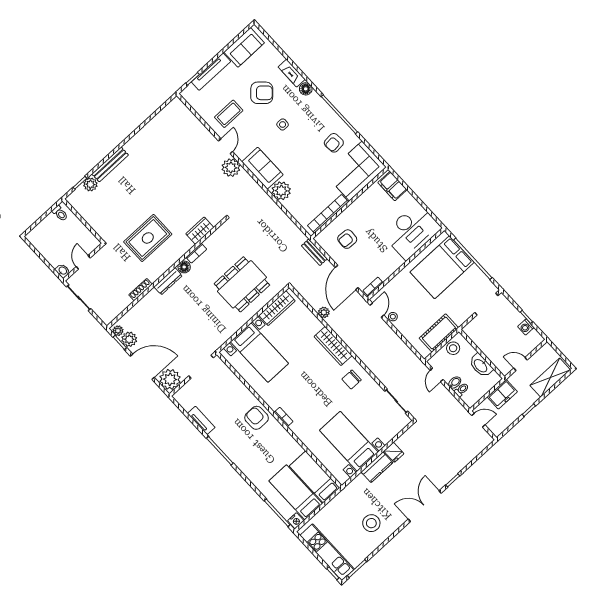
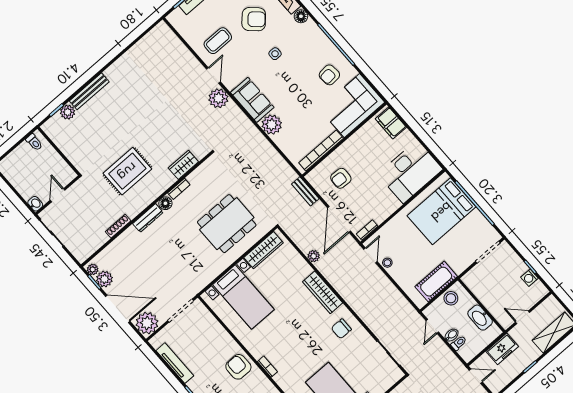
tv unit: (201, 420) -> (175, 363), width x1.41

